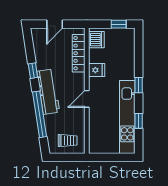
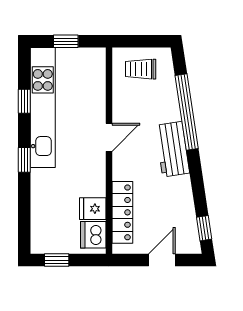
fridge: (97, 70) -> (93, 209), moved
window: (33, 71) -> (204, 228), moved
workbench: (48, 92) -> (172, 149), width x0.73
window: (113, 157) -> (66, 41), added

